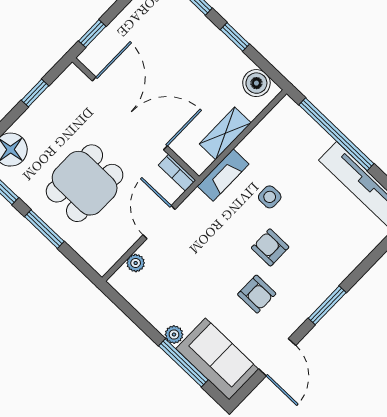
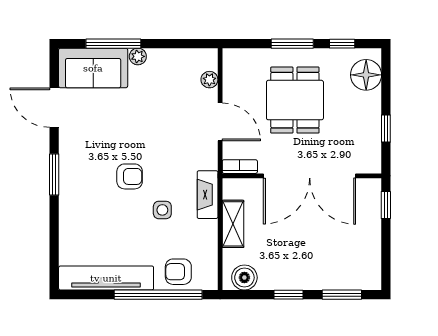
armchair: (257, 294) -> (178, 272), moved

